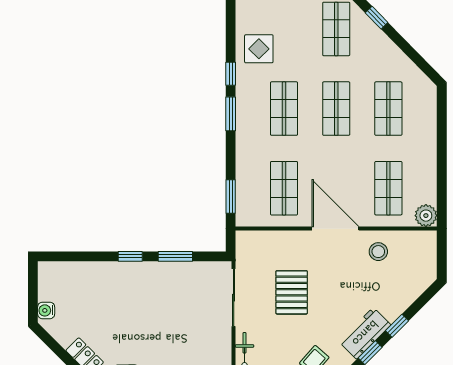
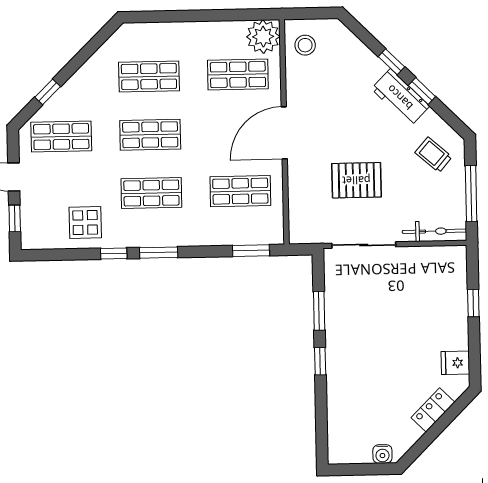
plant: (426, 216) -> (263, 37), width x1.36, depth x1.36
stool: (378, 252) -> (305, 45), moved

